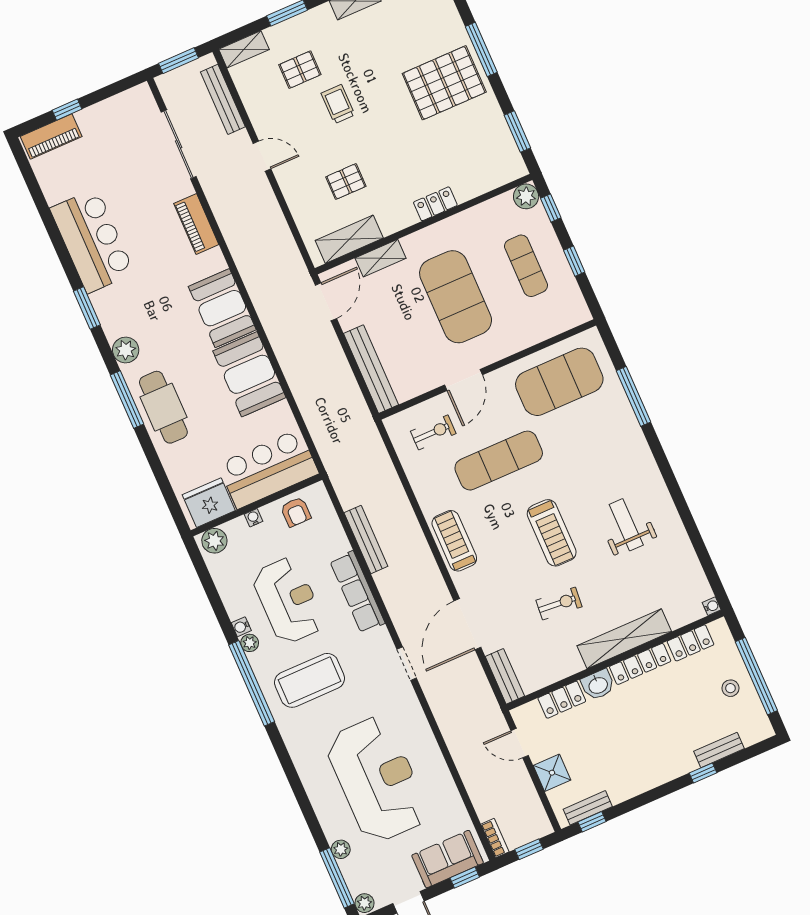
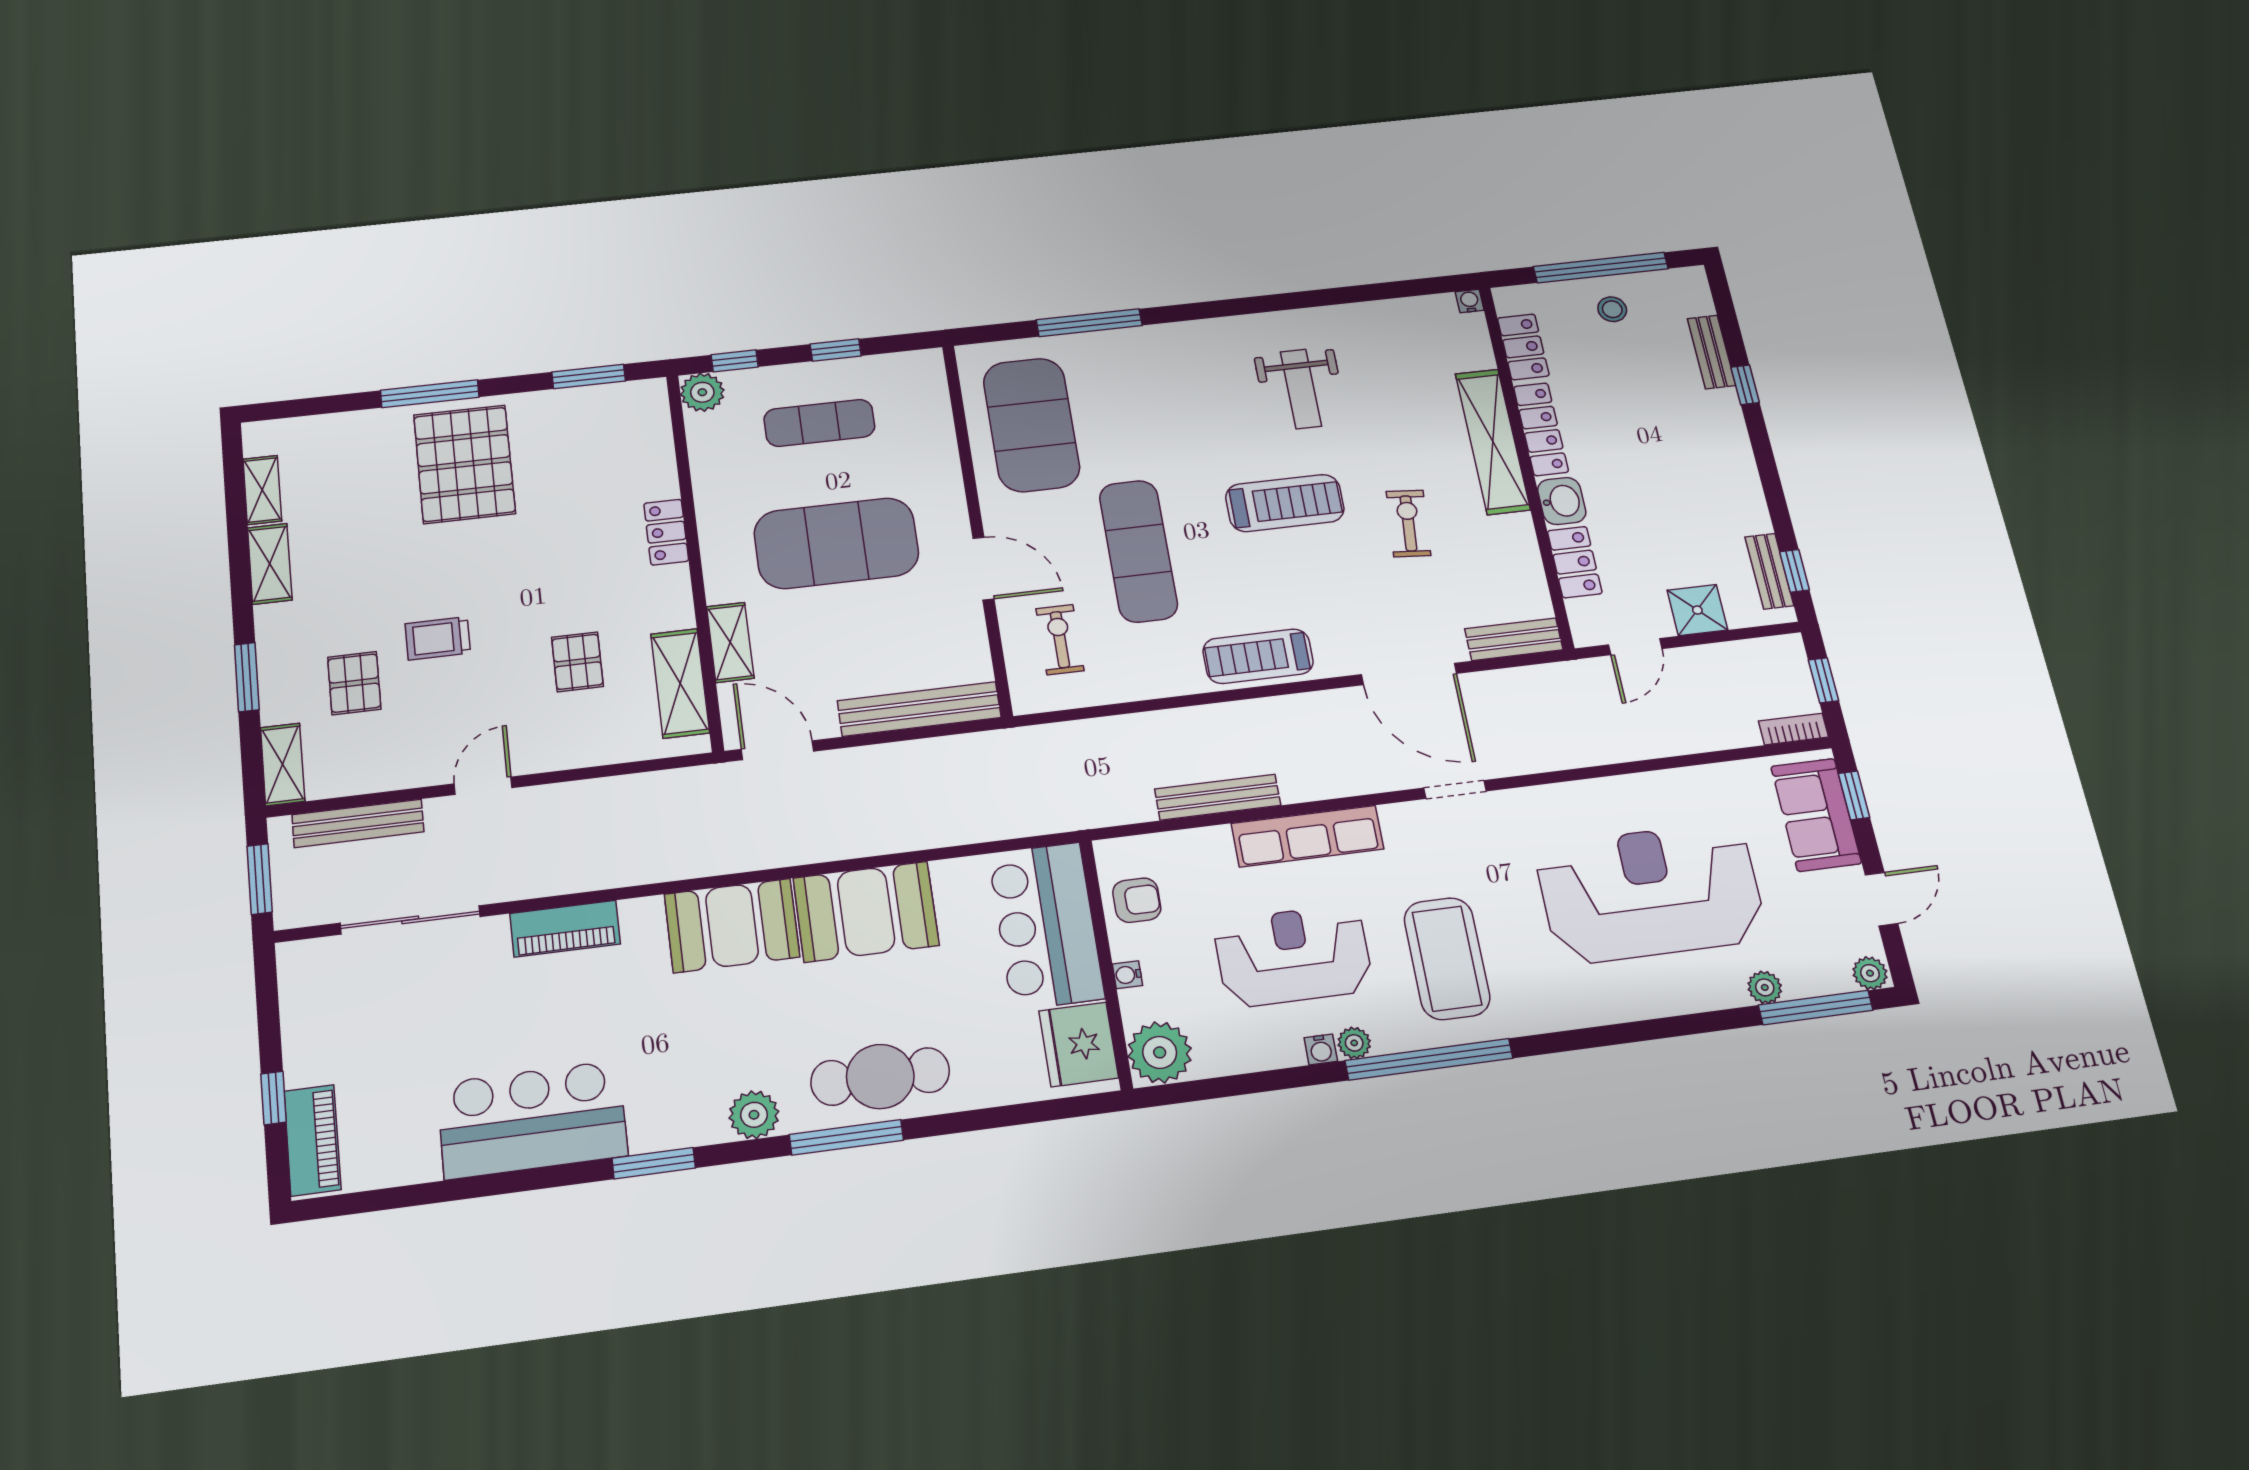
weight bench: (626, 525) -> (1301, 389), turned -90
plant: (214, 541) -> (1160, 1052), width x1.36, depth x1.36

